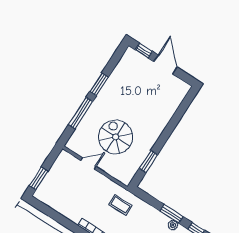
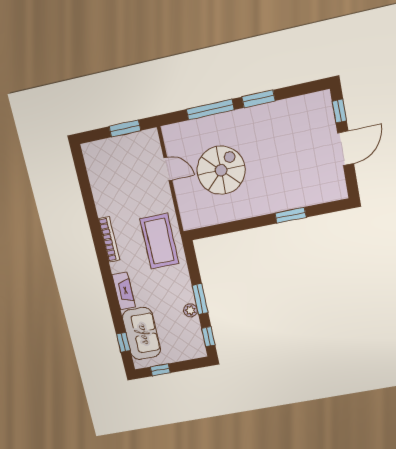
window: (148, 162) -> (291, 215), moved
window: (39, 178) -> (125, 128), moved
coffee table: (120, 205) -> (159, 241), width x1.86, depth x1.72

